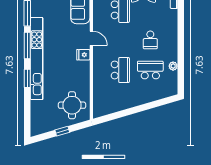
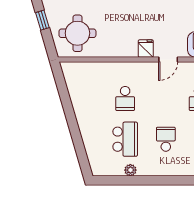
school desk: (150, 40) -> (166, 139), turned 90
school desk: (120, 70) -> (125, 99), width x0.54

